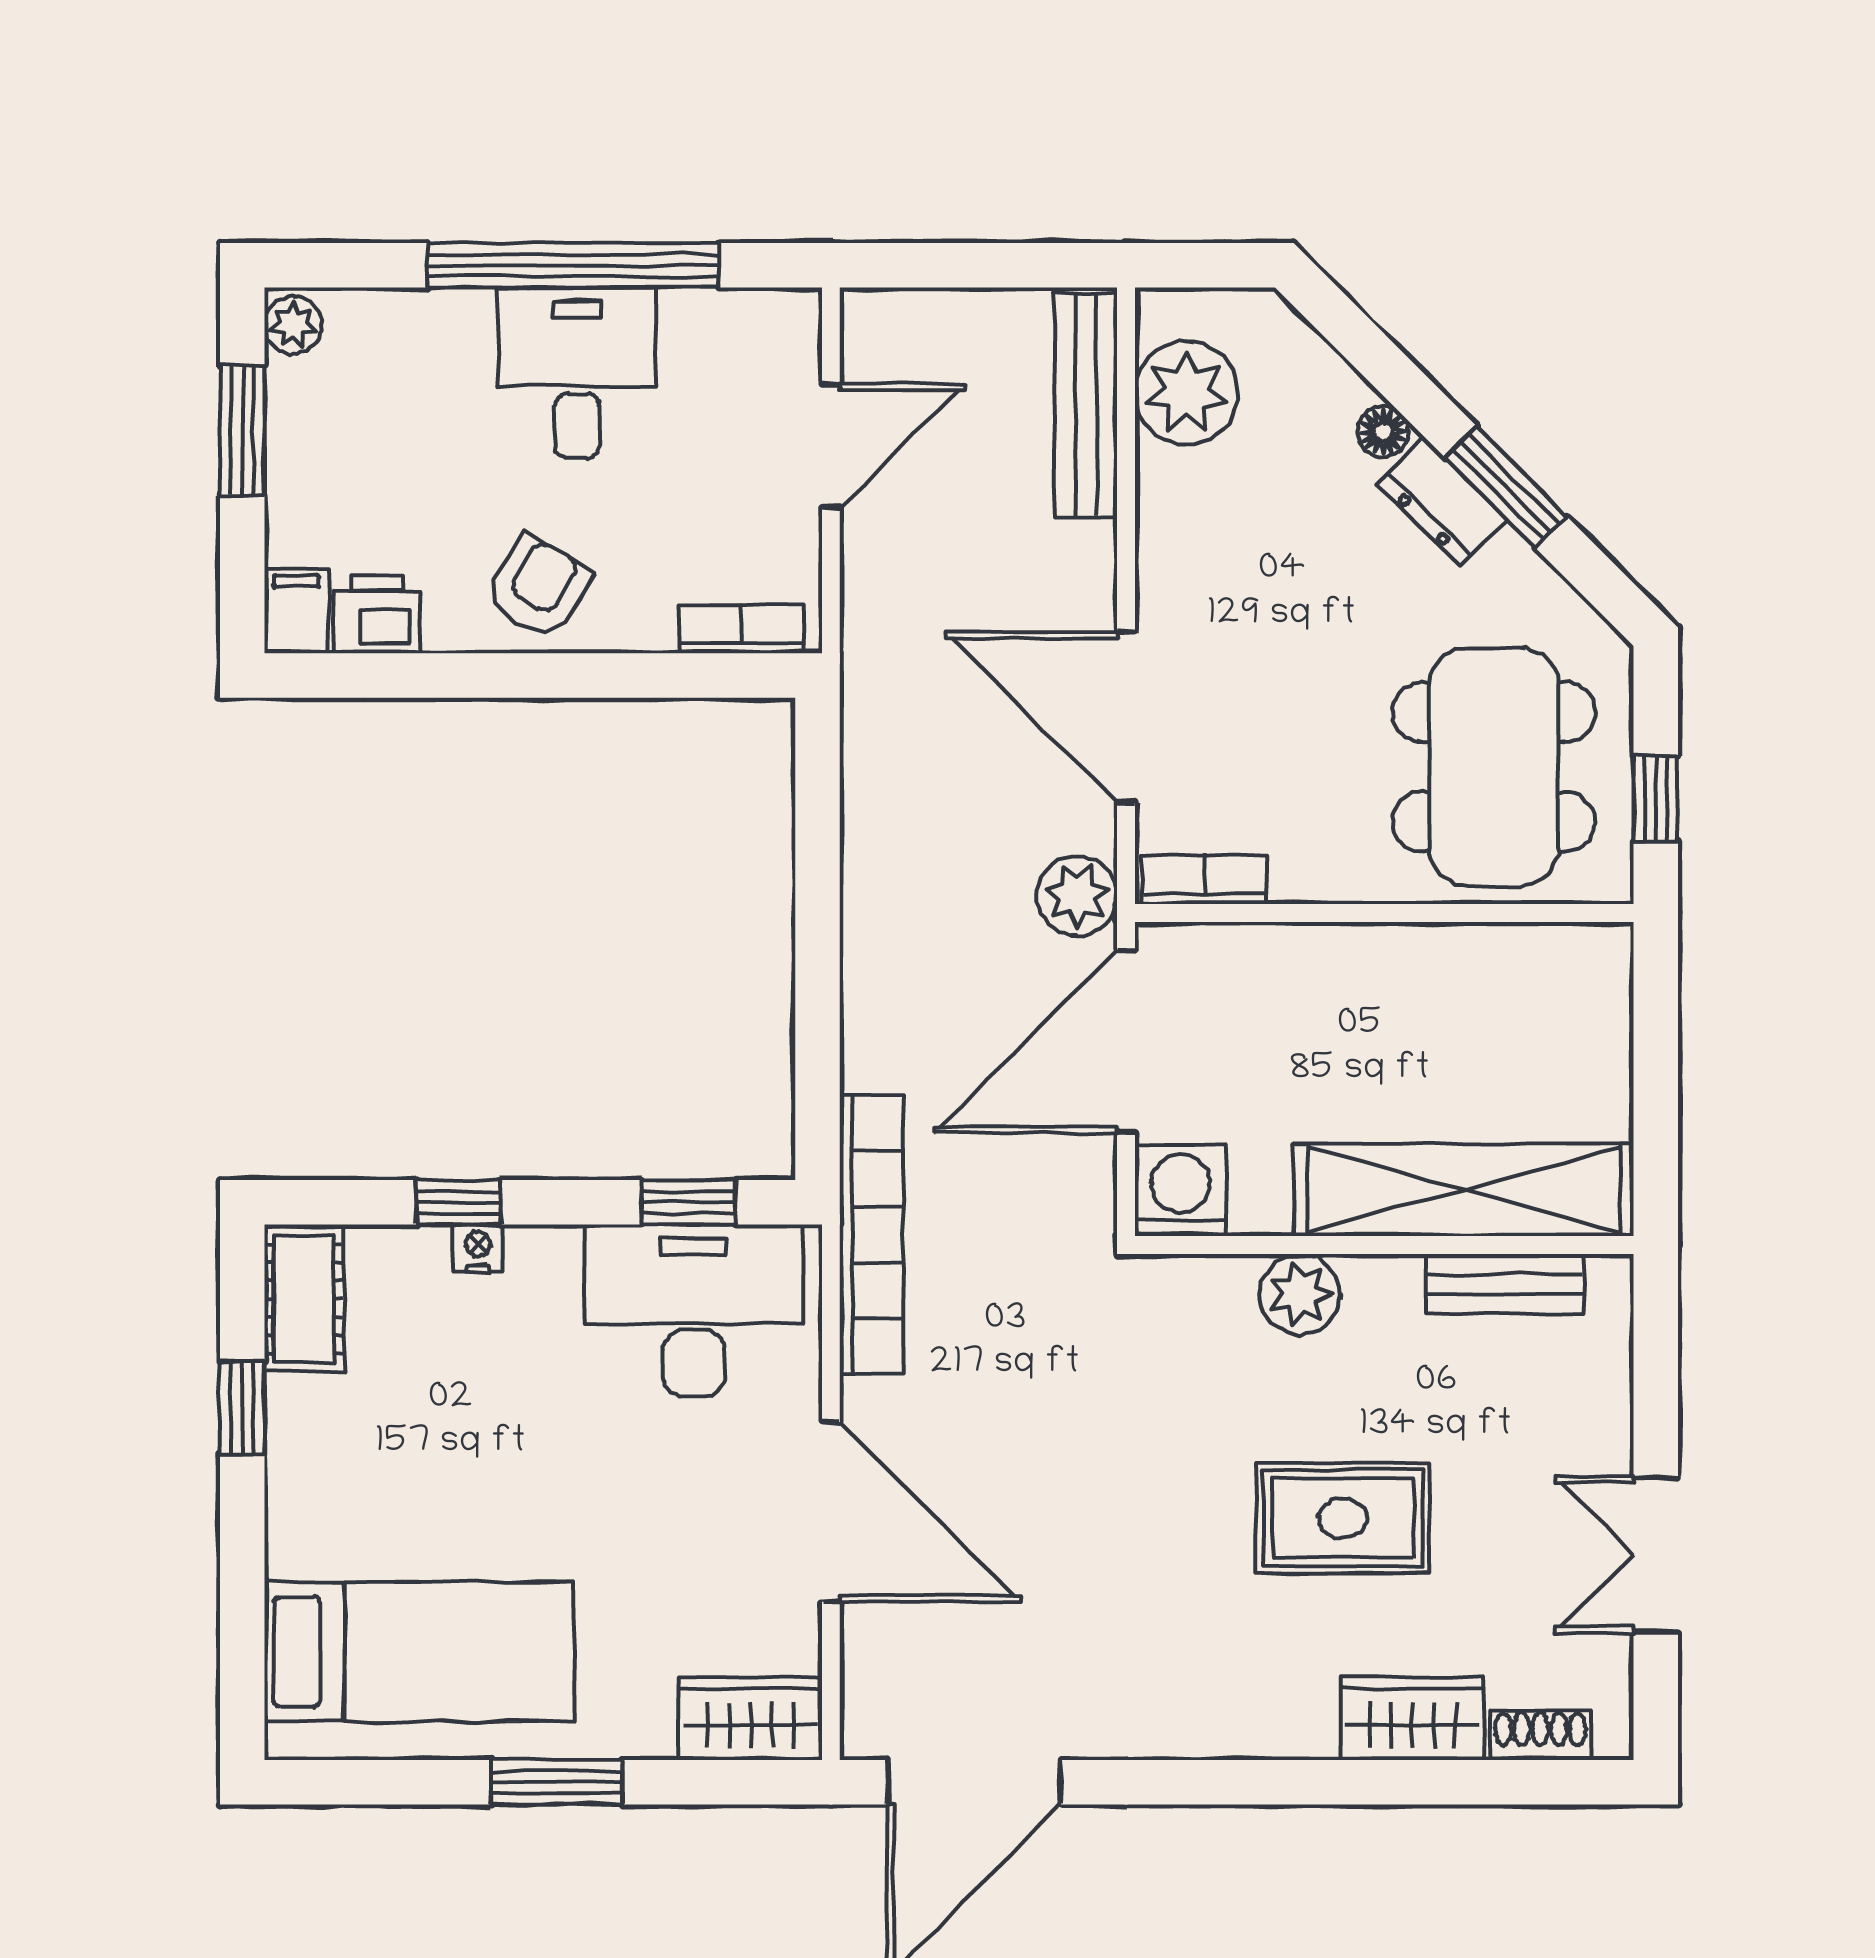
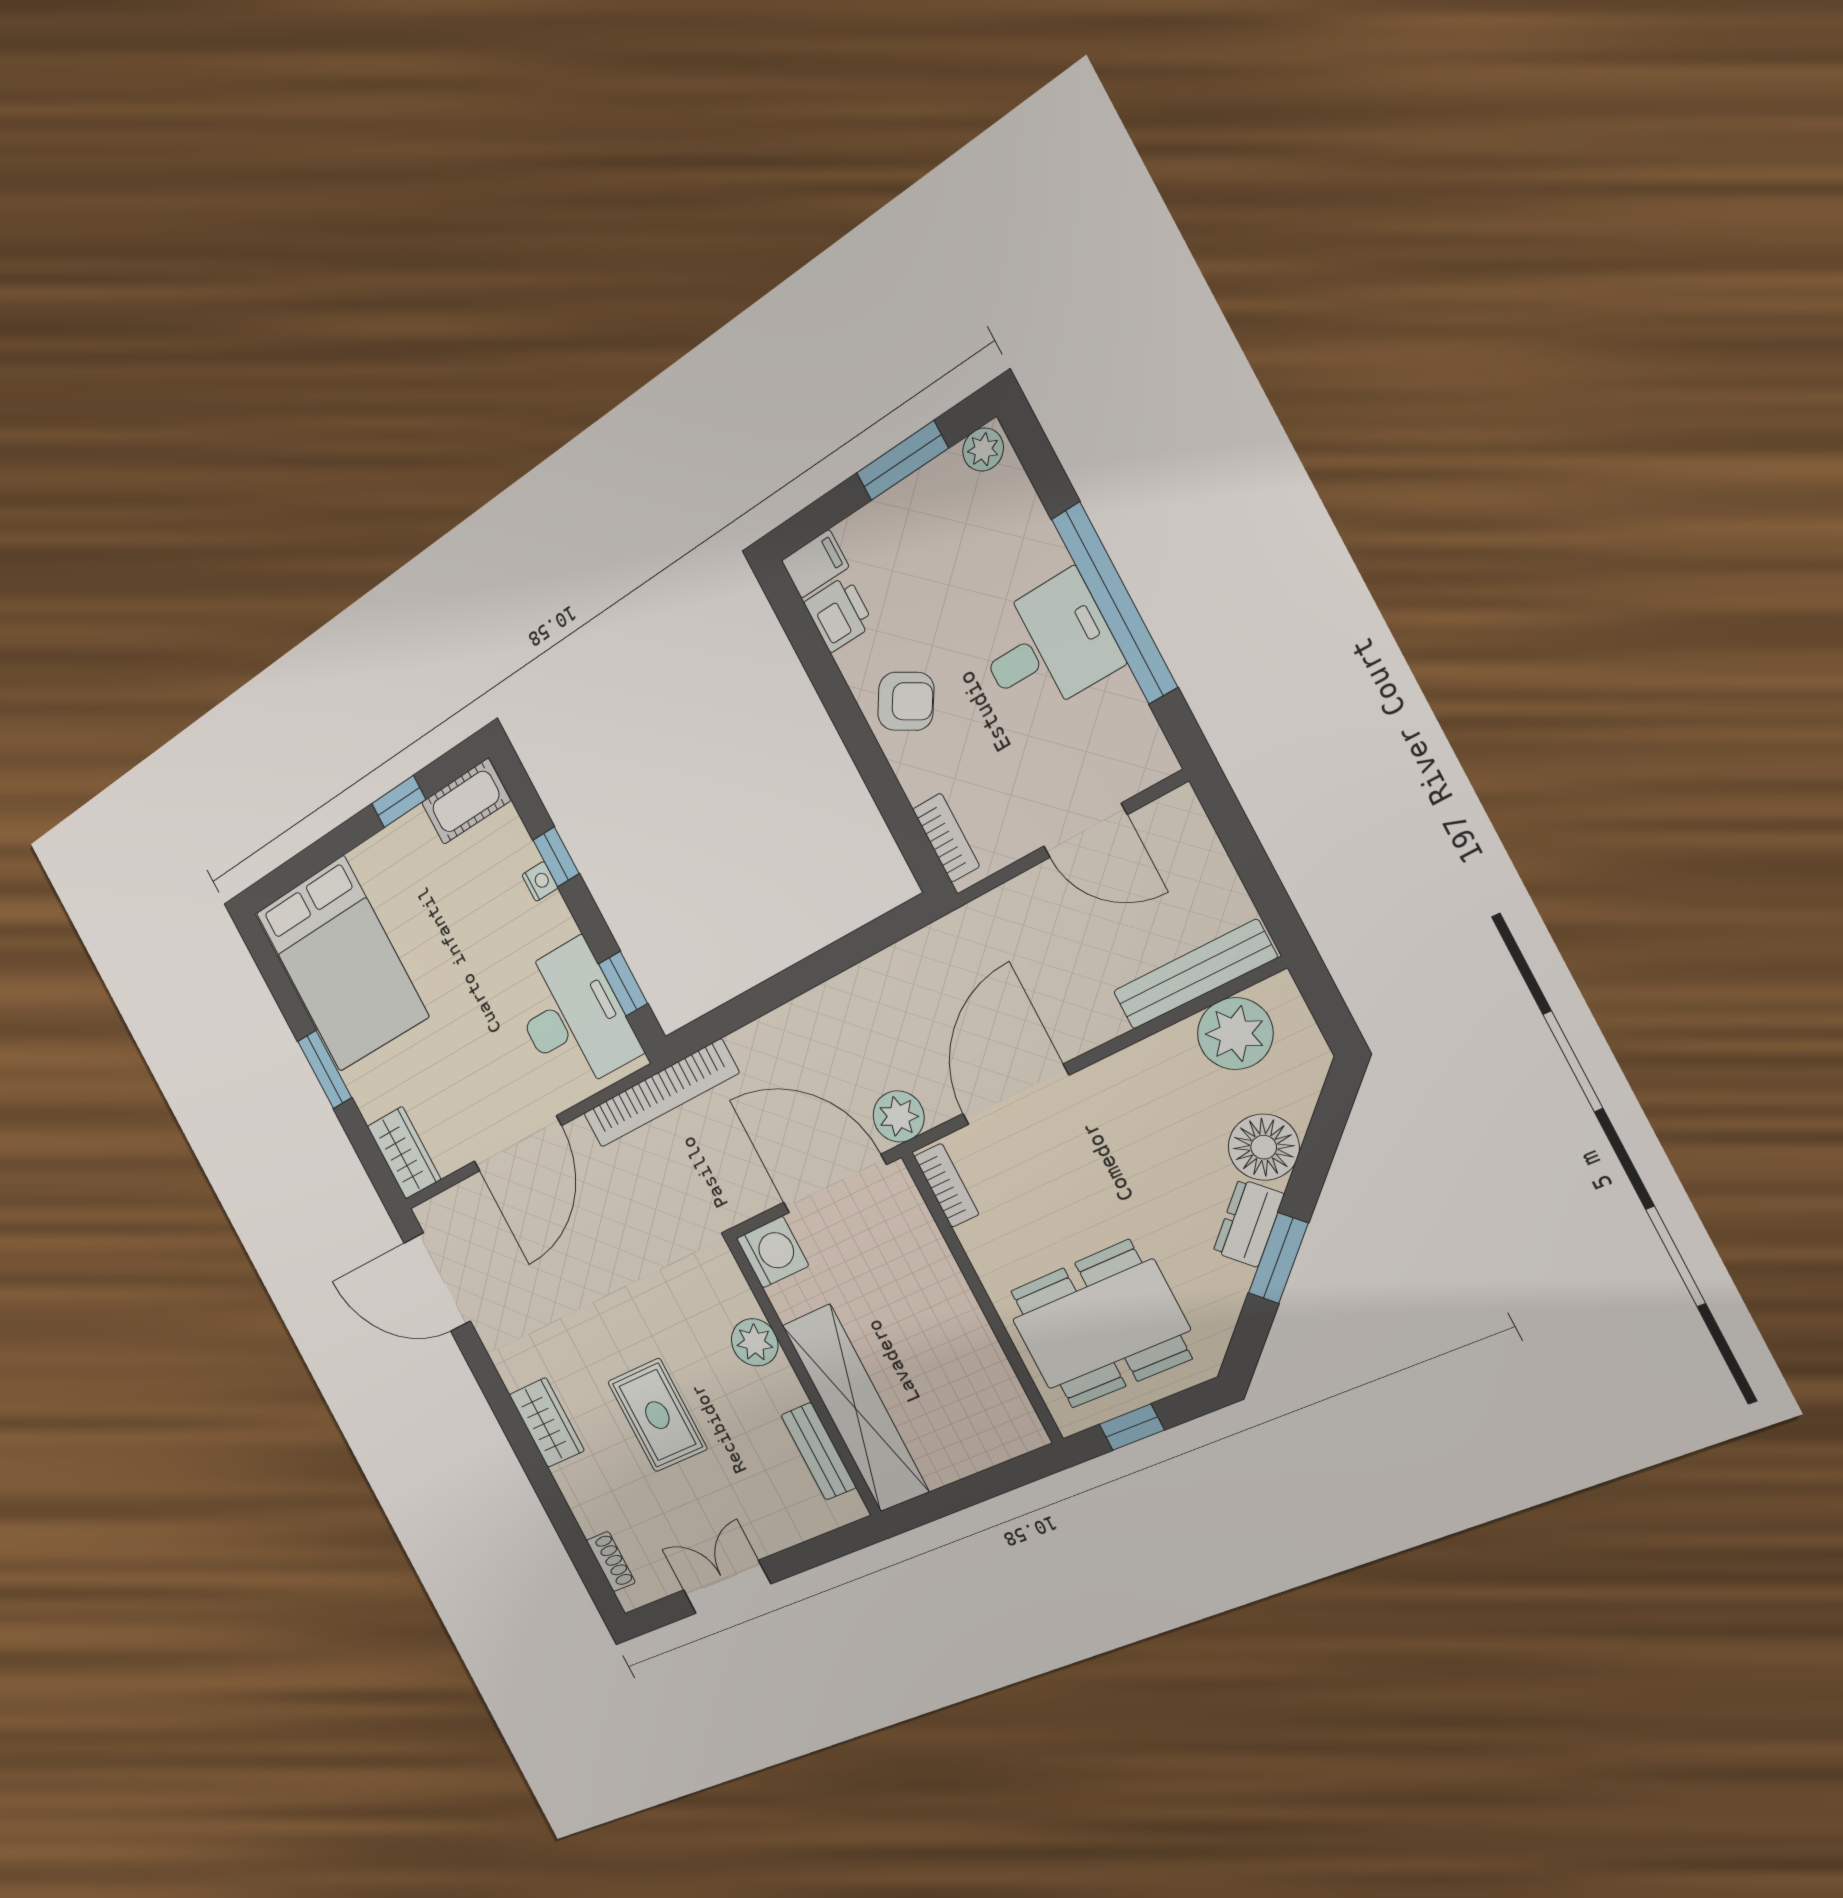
floor lamp: (1383, 432) -> (1264, 1147), width x1.89, depth x1.89
bed: (419, 1652) -> (342, 964), width x1.50
wardrobe: (1412, 1719) -> (547, 1423), moved

